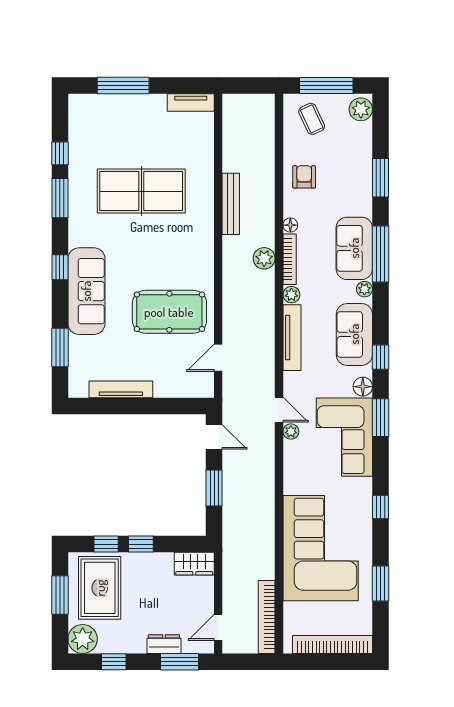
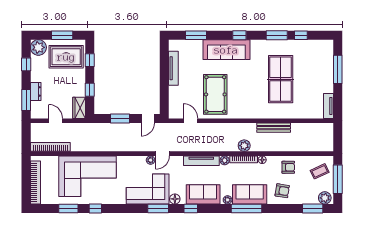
window: (380, 178) -> (313, 209), moved
armchair: (347, 188) -> (282, 191), added
window: (380, 507) -> (95, 209), moved
window: (141, 544) -> (90, 90), moved
door: (218, 627) -> (56, 121), moved

